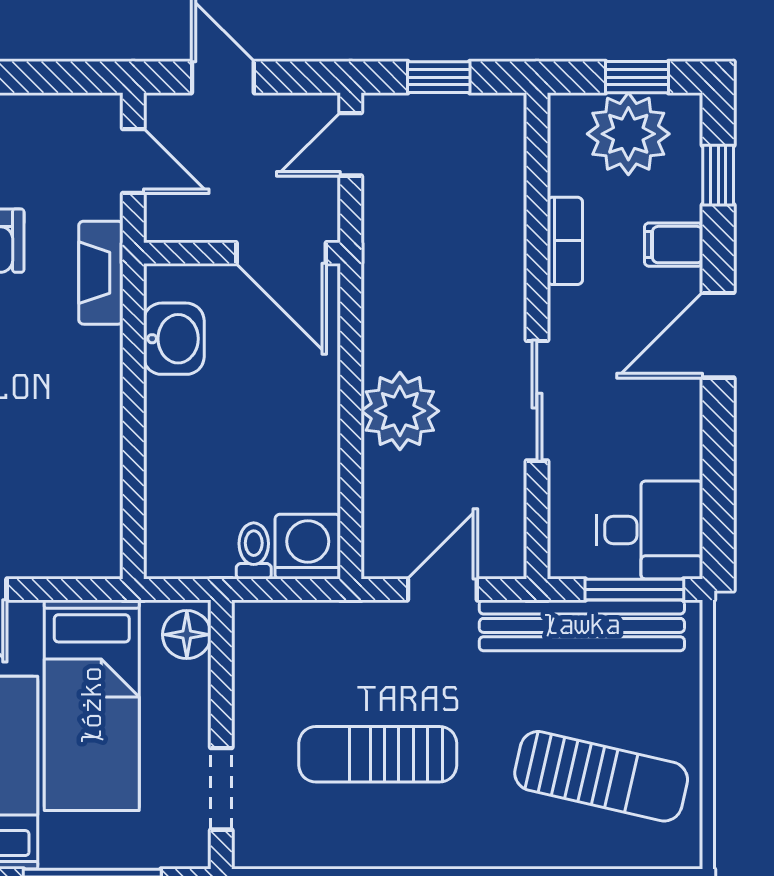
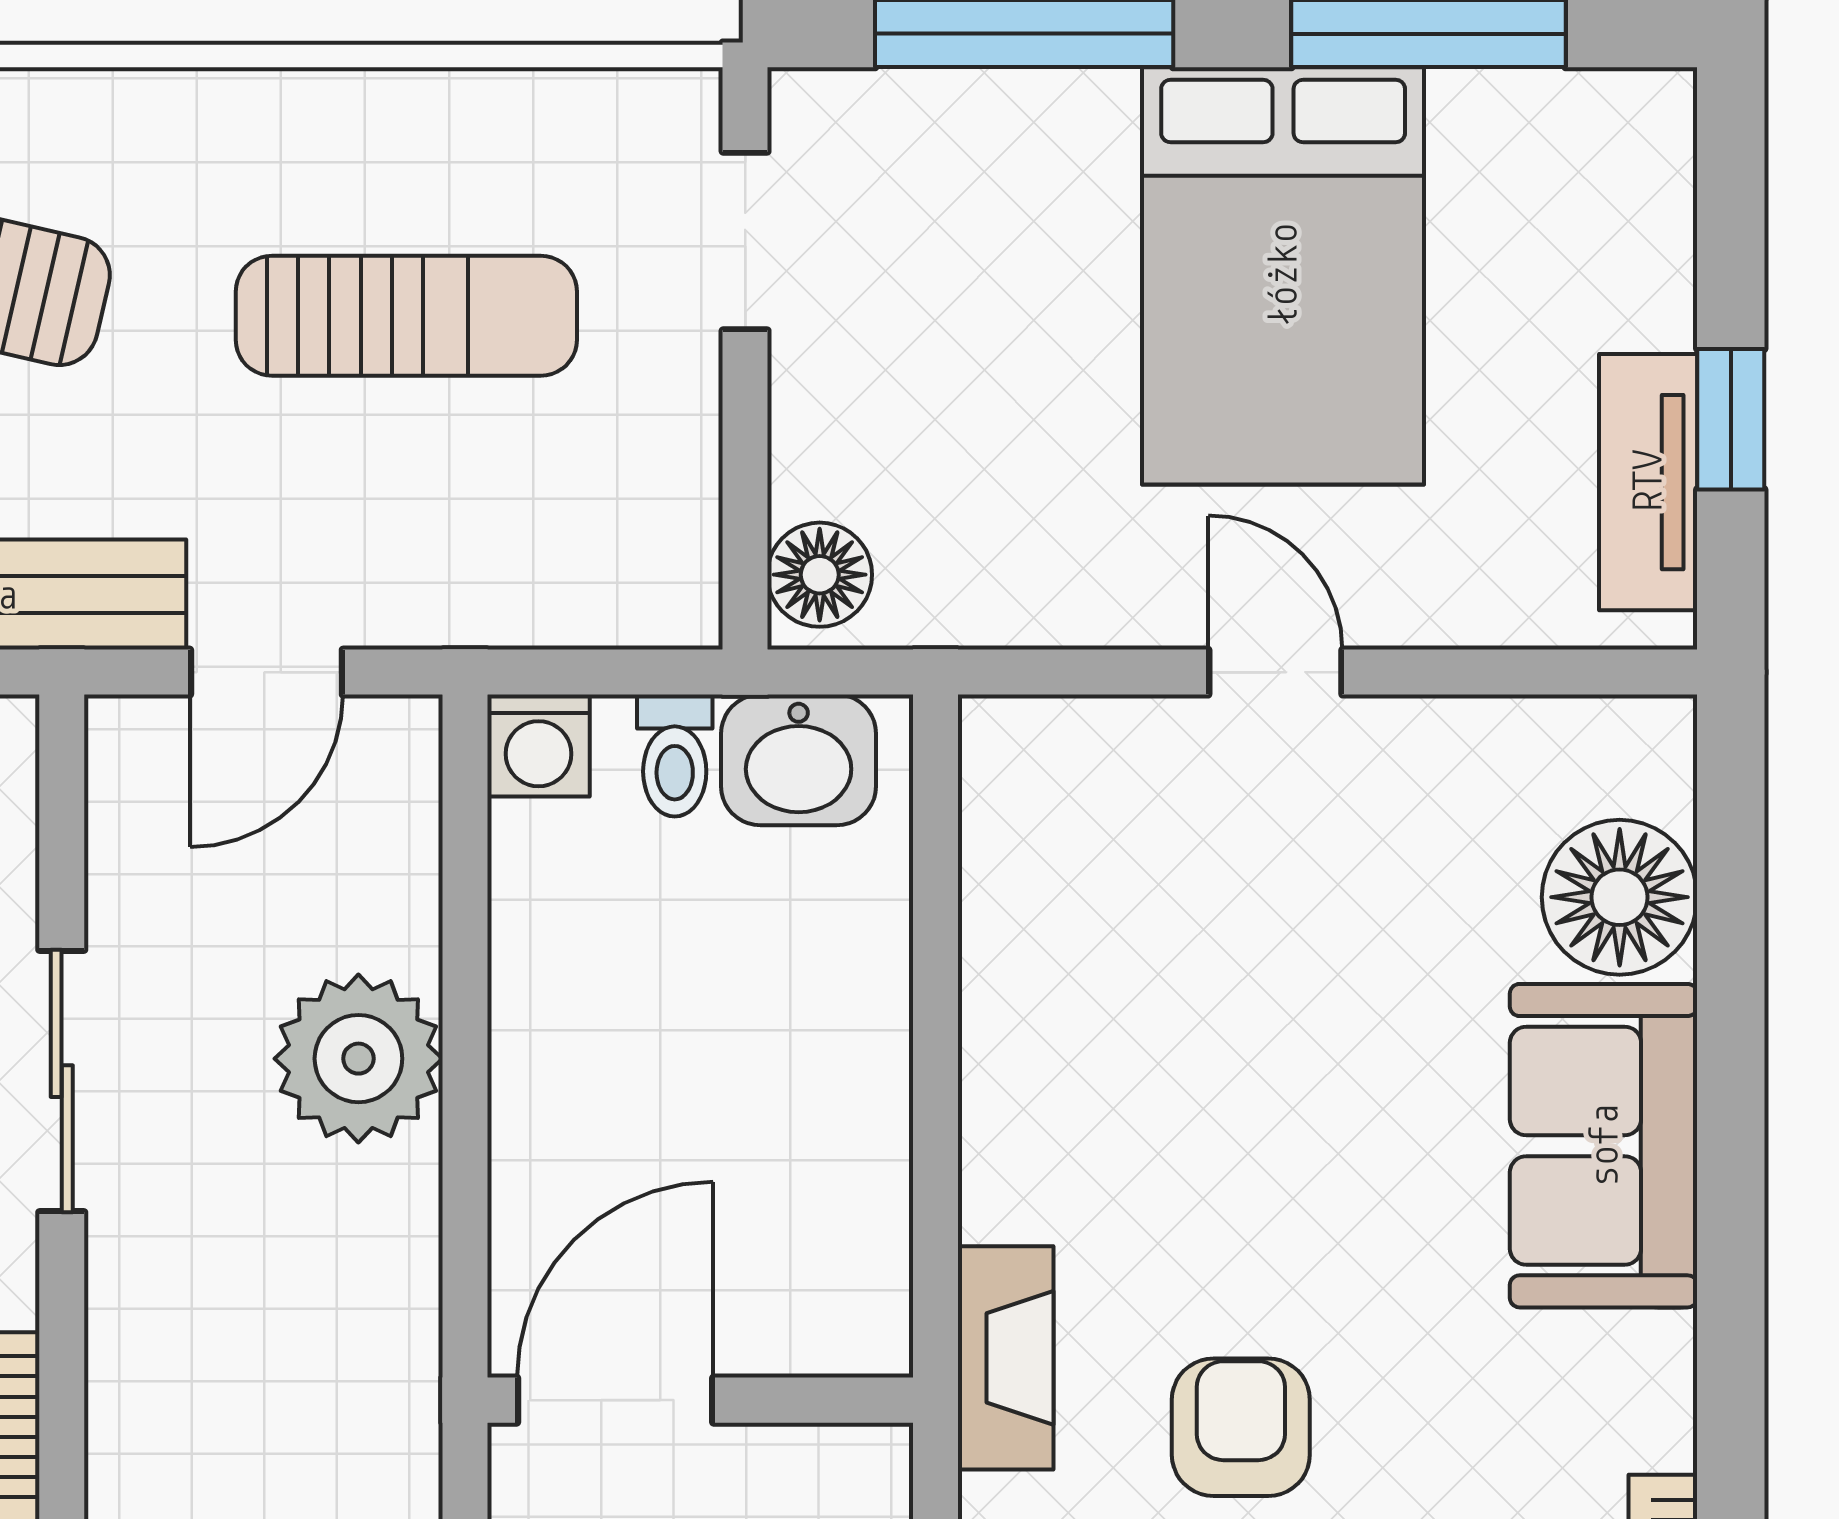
door: (281, 253) -> (615, 1400), hinge flipped
washbasin: (174, 339) -> (799, 760), moved, turned -90
washing machine: (308, 547) -> (539, 746), width x0.73, depth x0.73
bed: (92, 705) -> (1025, 422), removed

